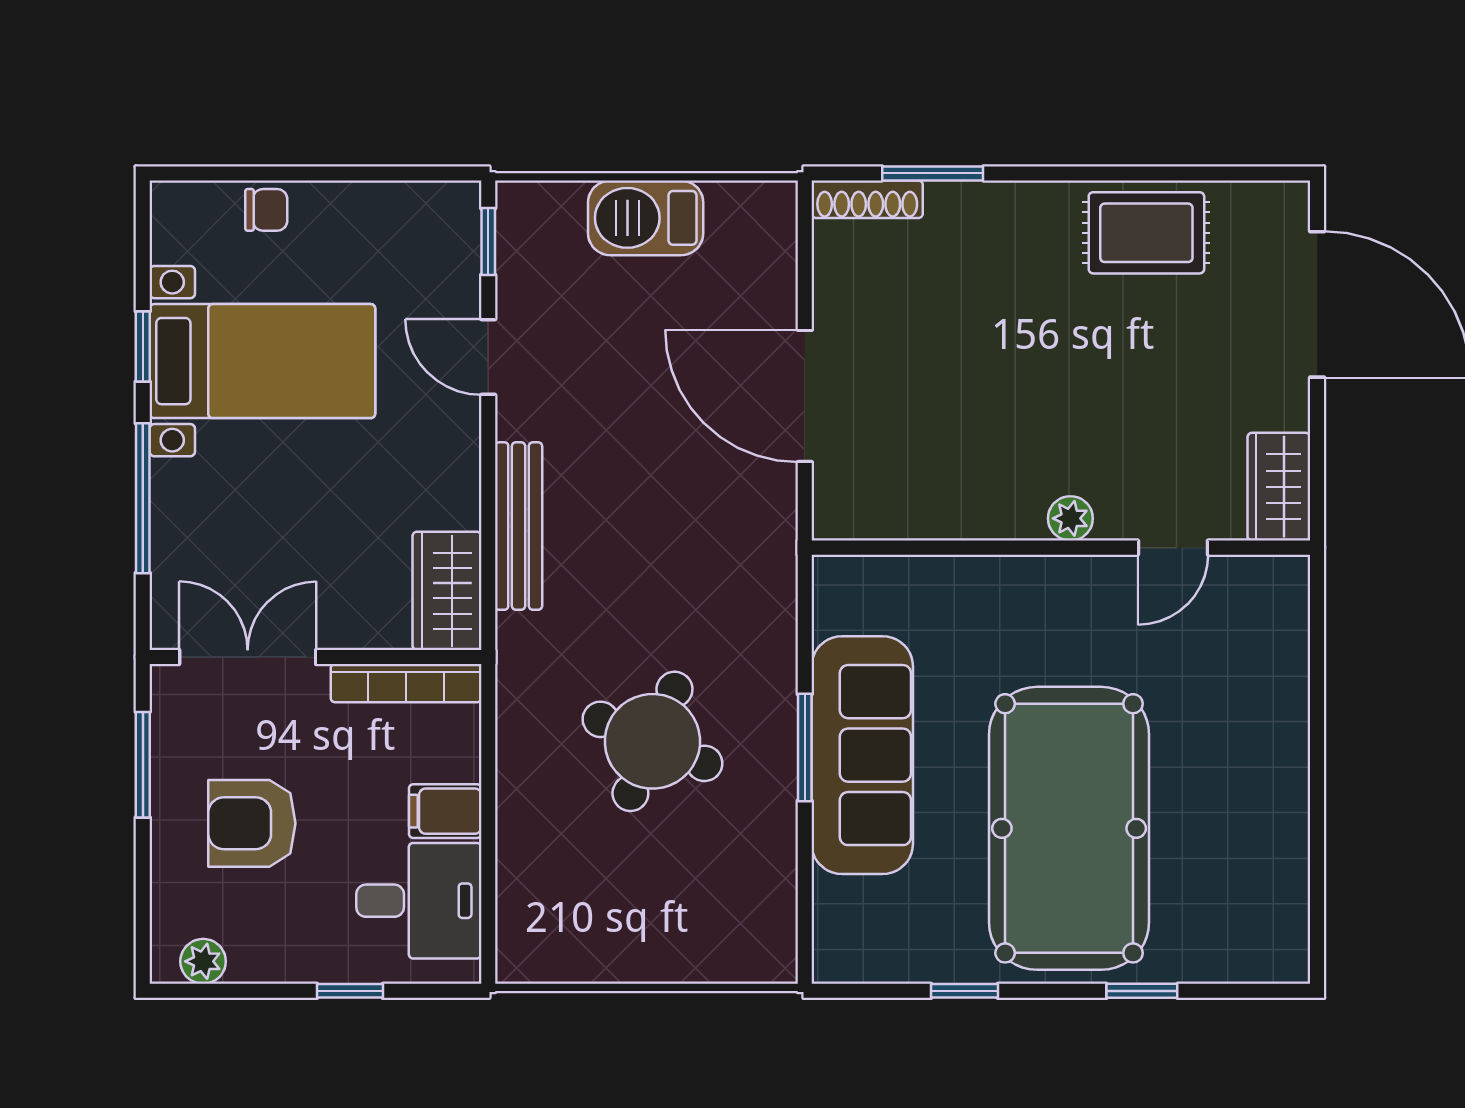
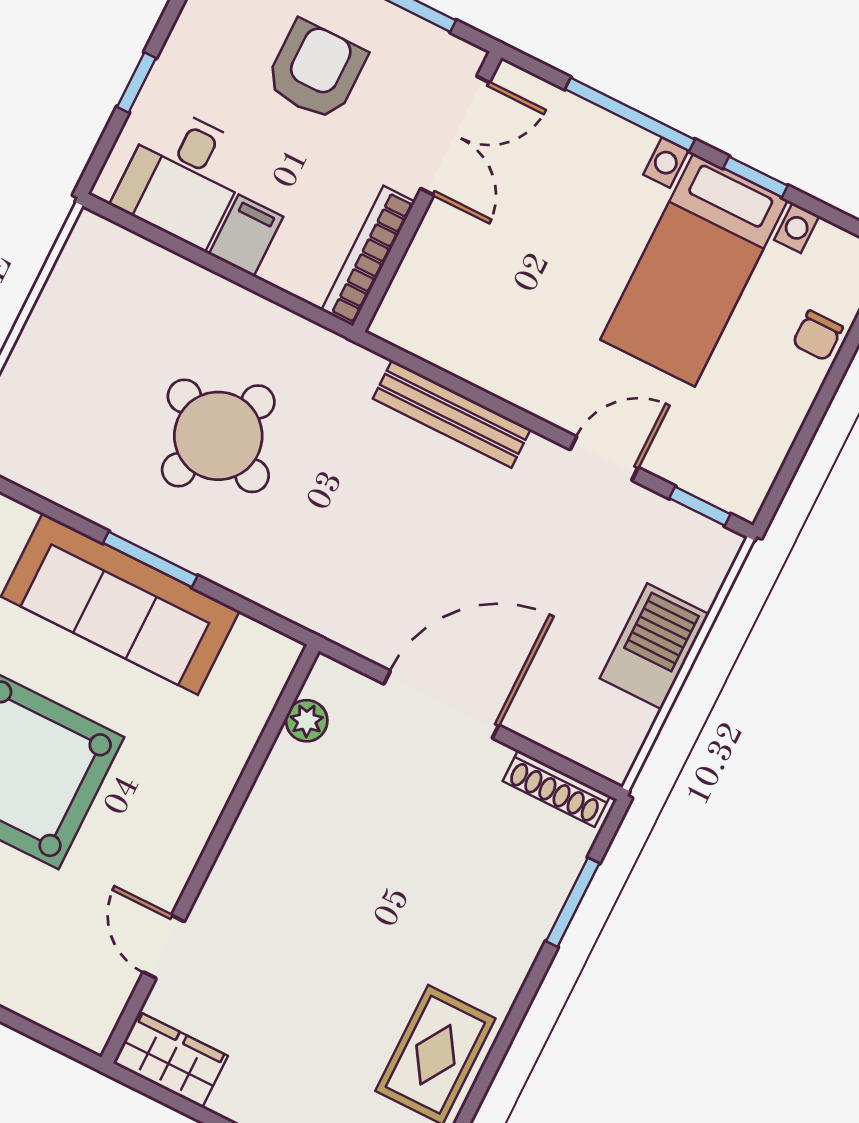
shoe rack: (867, 199) -> (556, 789), moved, turned -90
plant: (1070, 518) -> (307, 721), moved
wardrobe: (447, 591) -> (428, 328), removed

